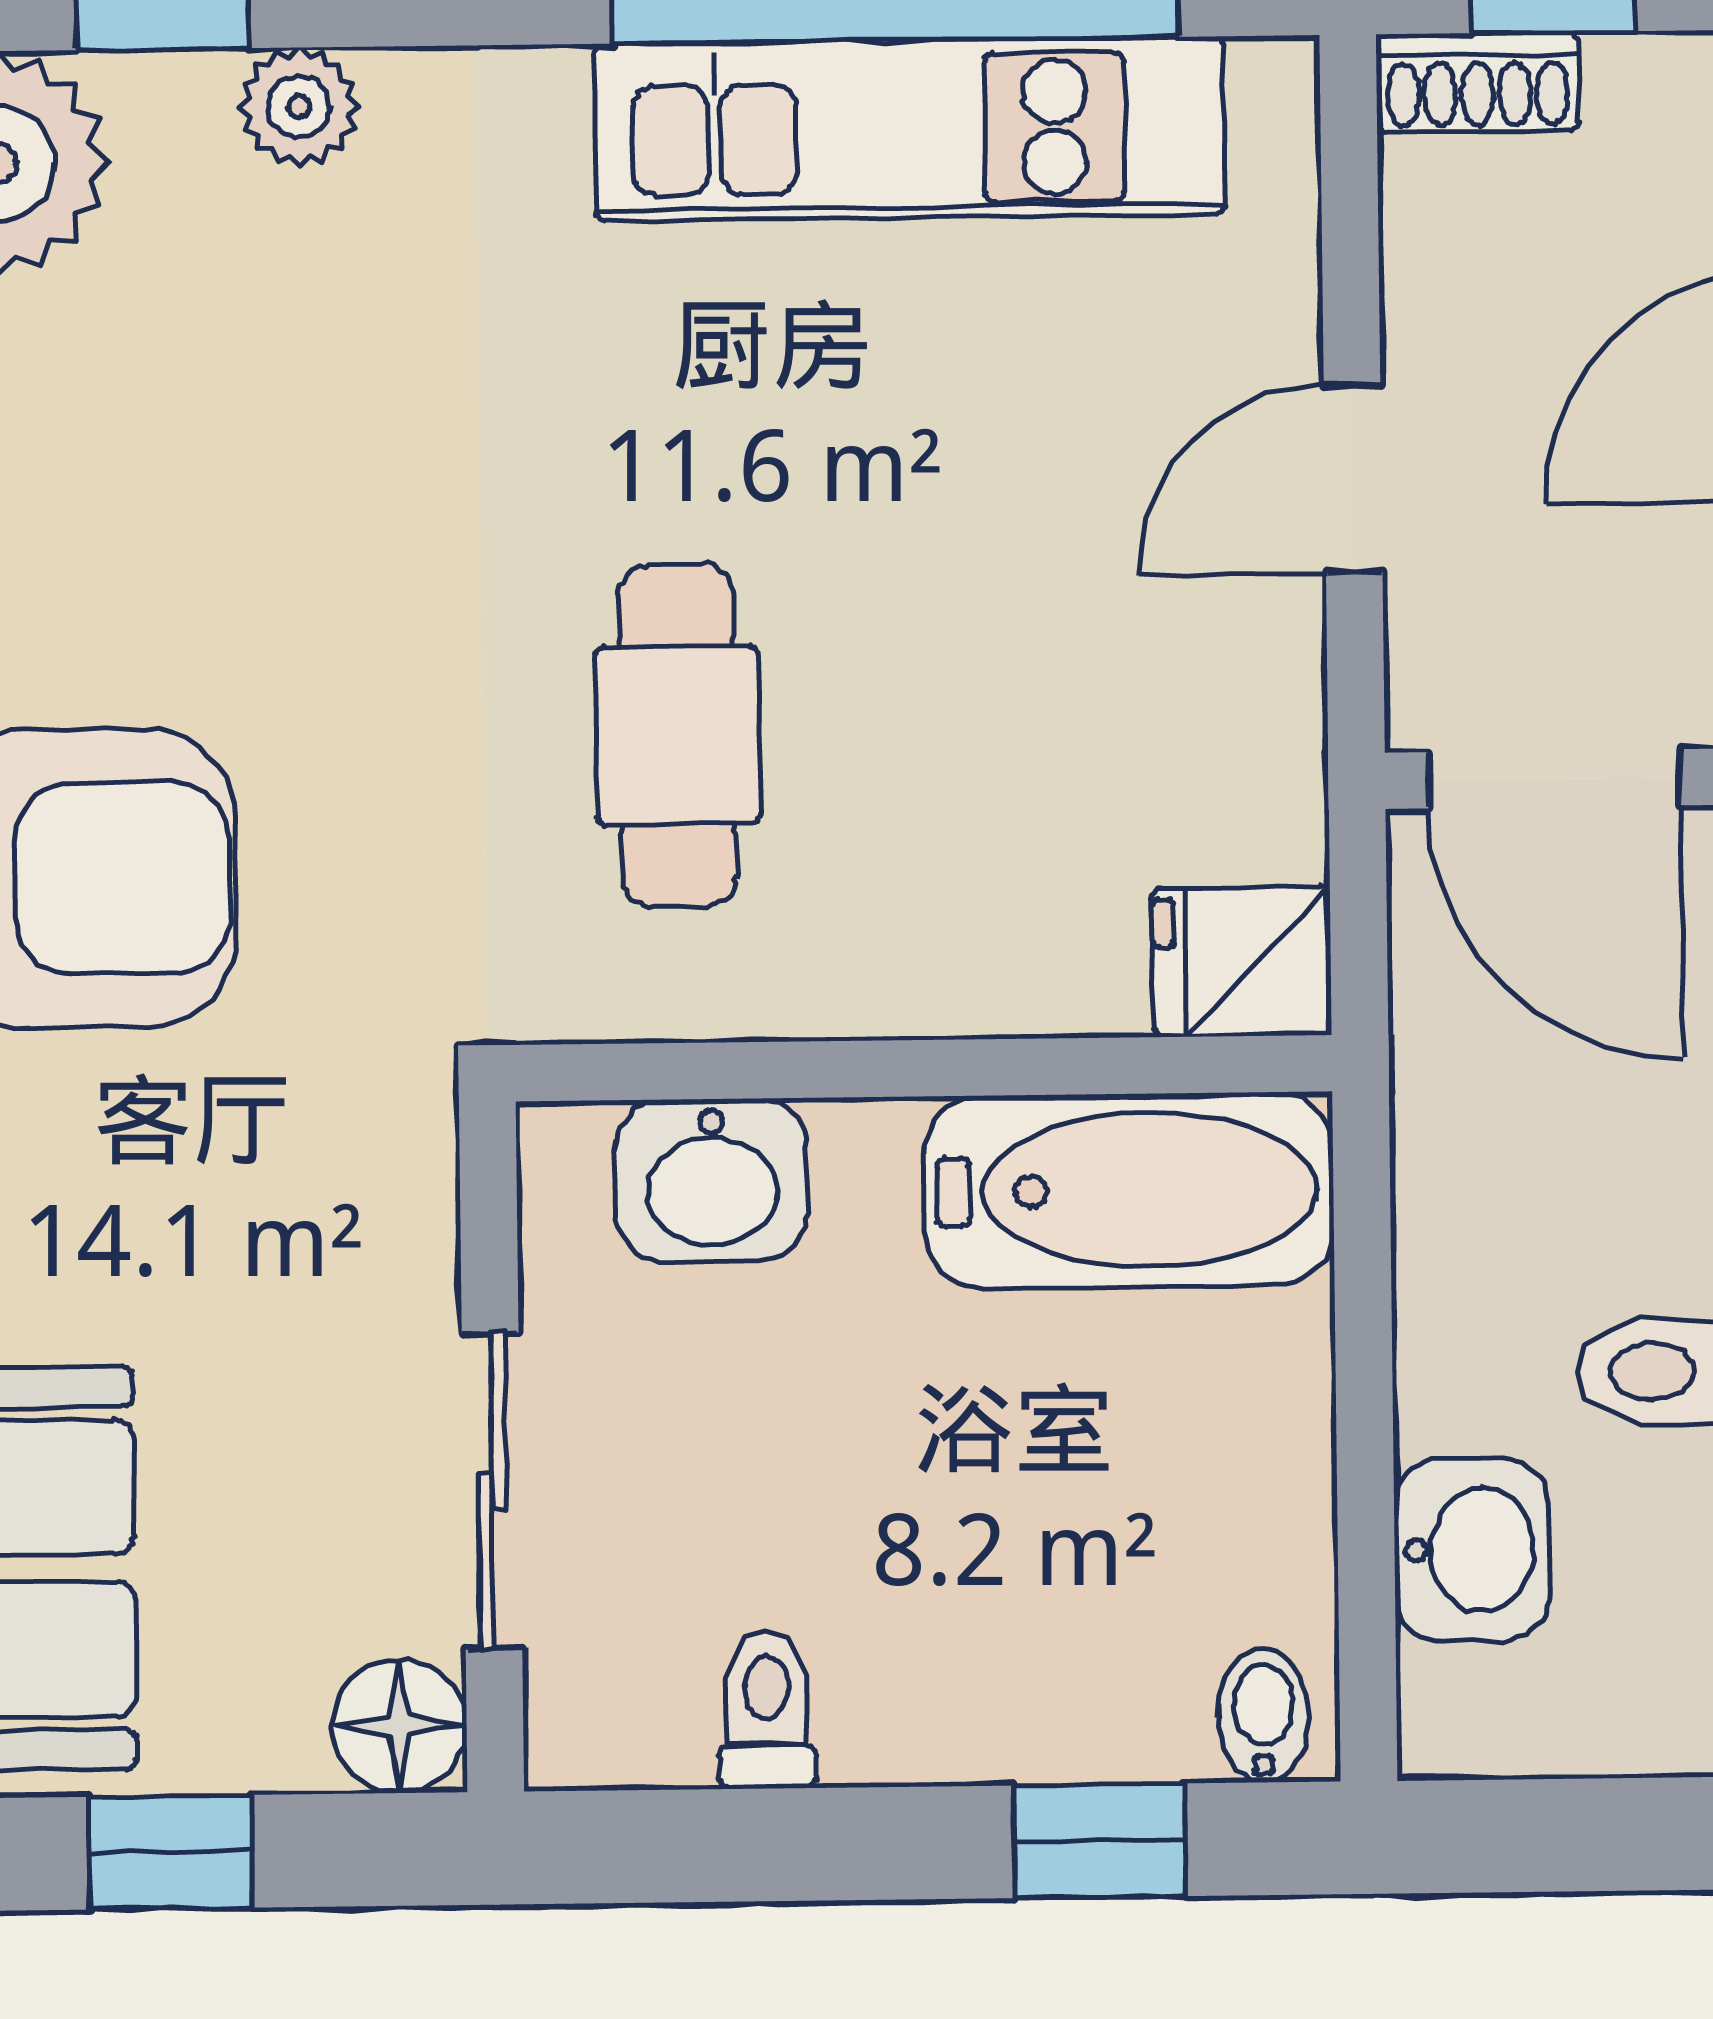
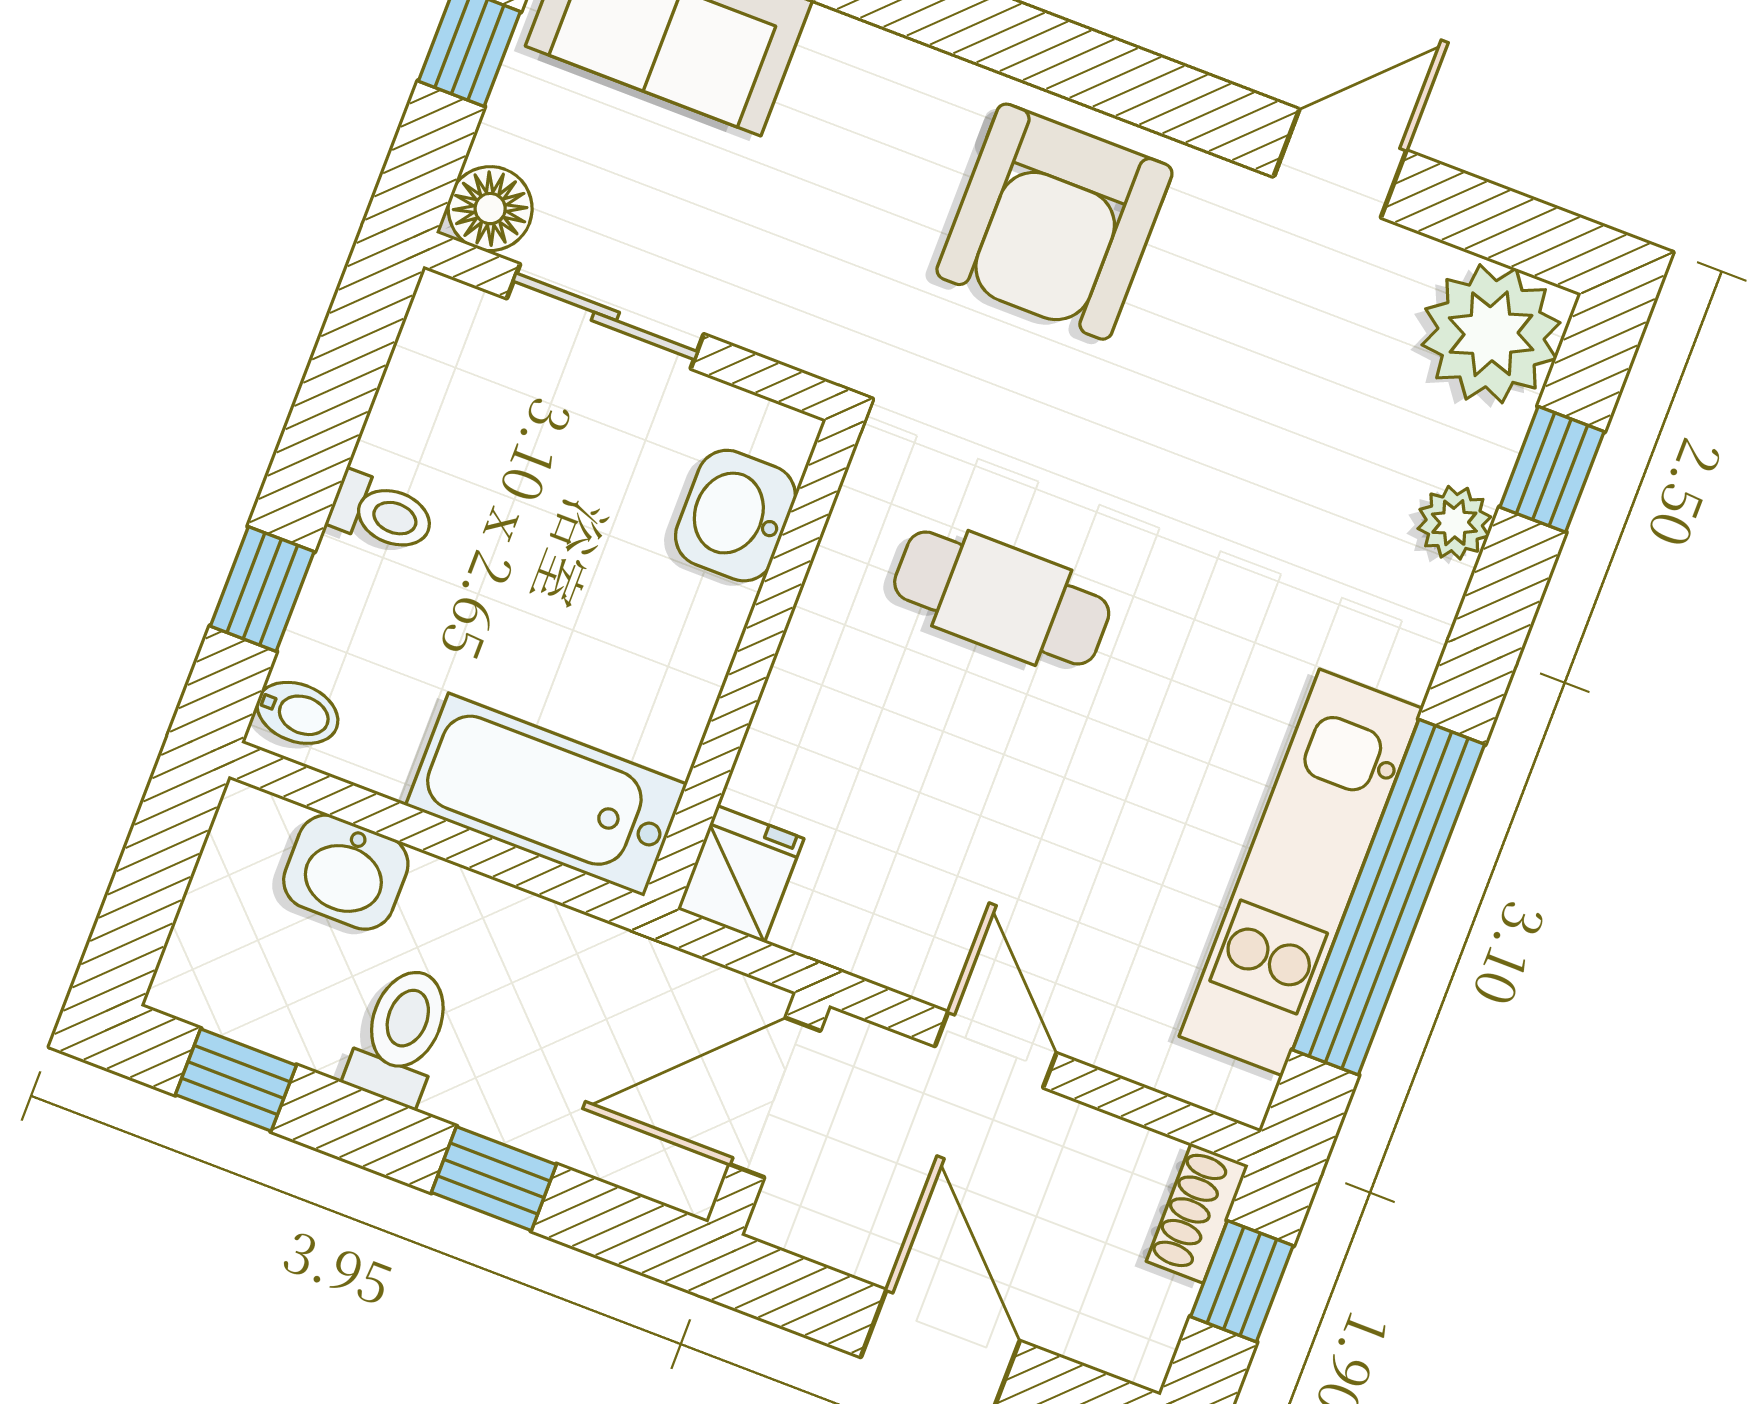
bathtub: (1129, 1190) -> (546, 795), moved, turned 90
toilet: (767, 1709) -> (382, 513), moved

